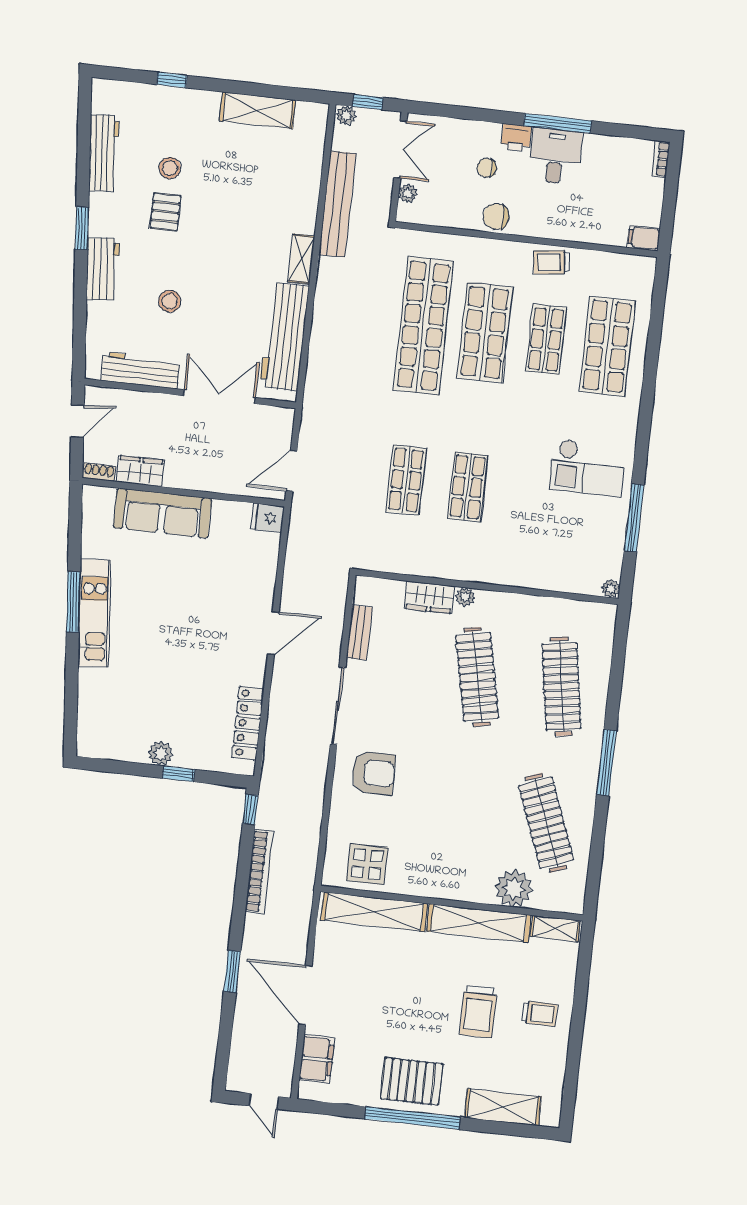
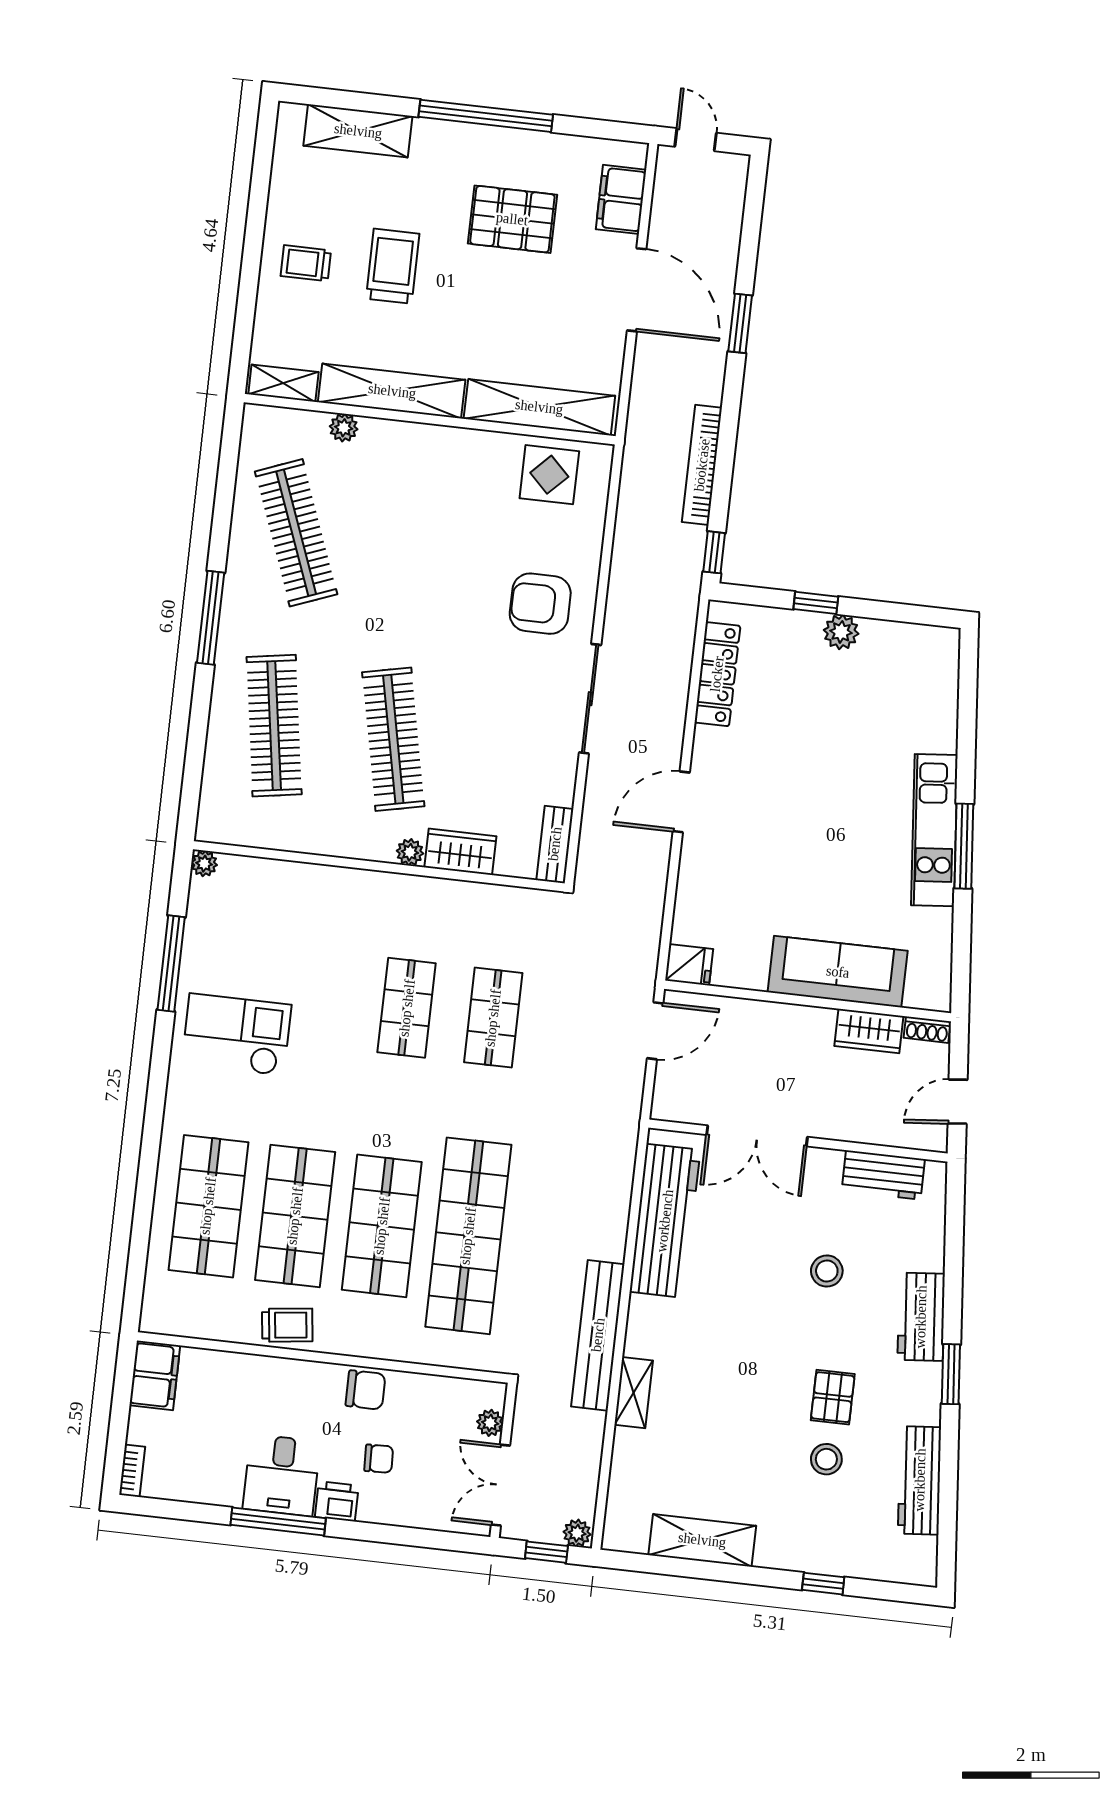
bench: (337, 204) -> (598, 1335), moved
filing cabinet: (644, 238) -> (155, 1375), width x2.00
shelving: (301, 259) -> (634, 1393), moved
shop shelf: (546, 339) -> (295, 1216), width x1.43, depth x1.36
workbench: (140, 370) -> (883, 1175), width x0.73
bench: (359, 633) -> (555, 844), moved
plant: (514, 888) -> (344, 428), width x0.53, depth x0.53
pallet: (412, 1081) -> (512, 219), moved

